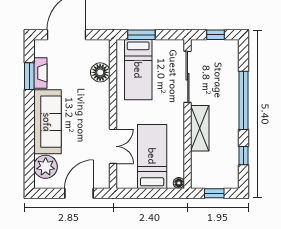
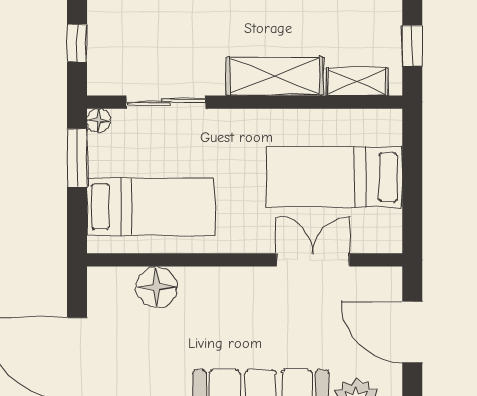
window: (141, 35) -> (77, 158), moved
sliding door: (188, 77) -> (166, 102), width x0.73
shelving: (197, 167) -> (357, 82), added
floor lamp: (179, 183) -> (99, 120), moved

